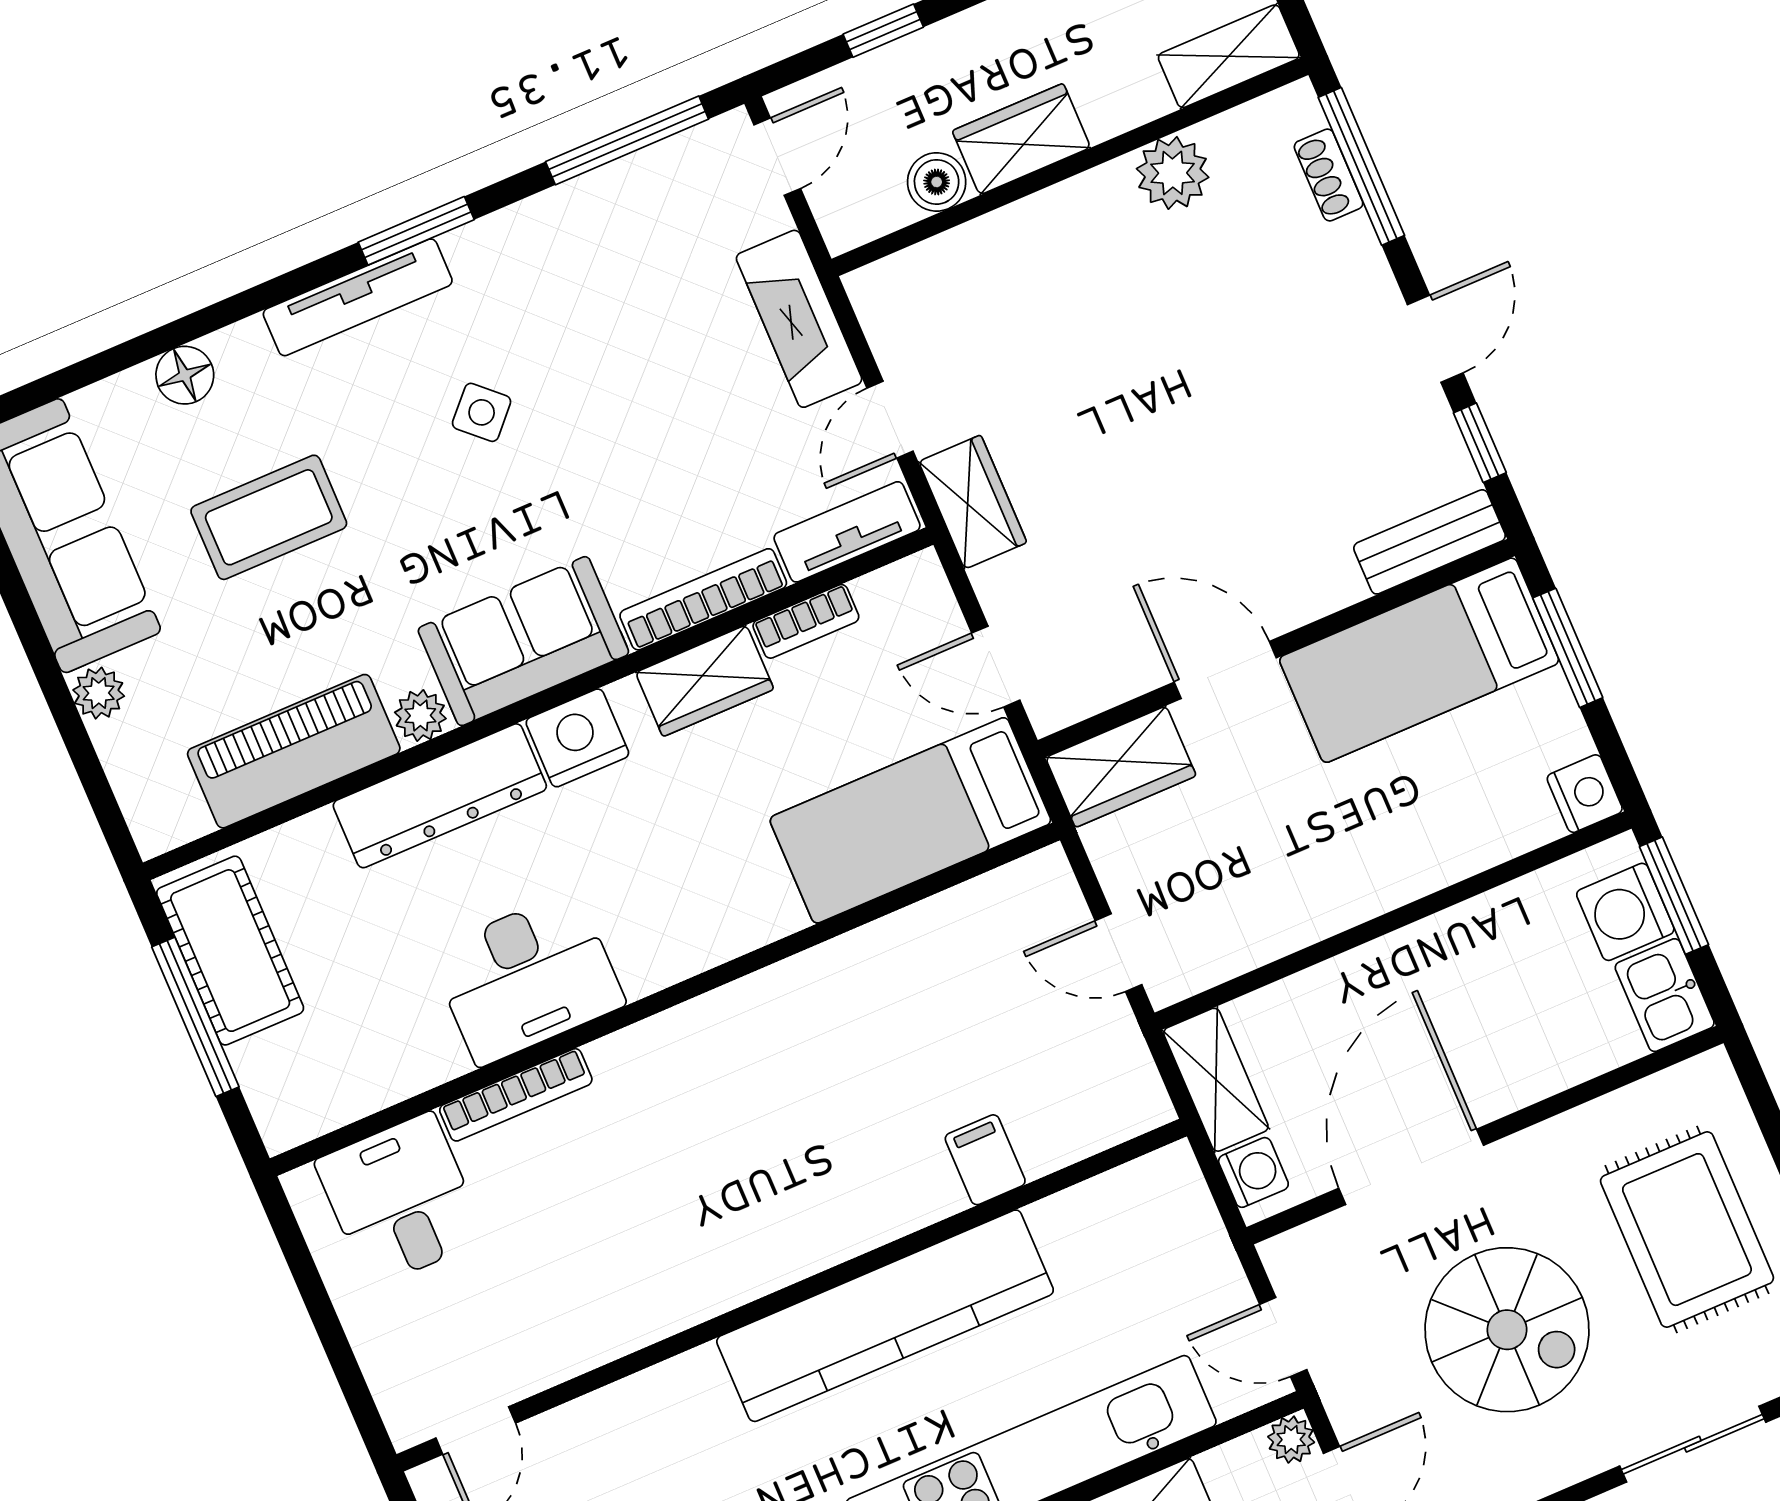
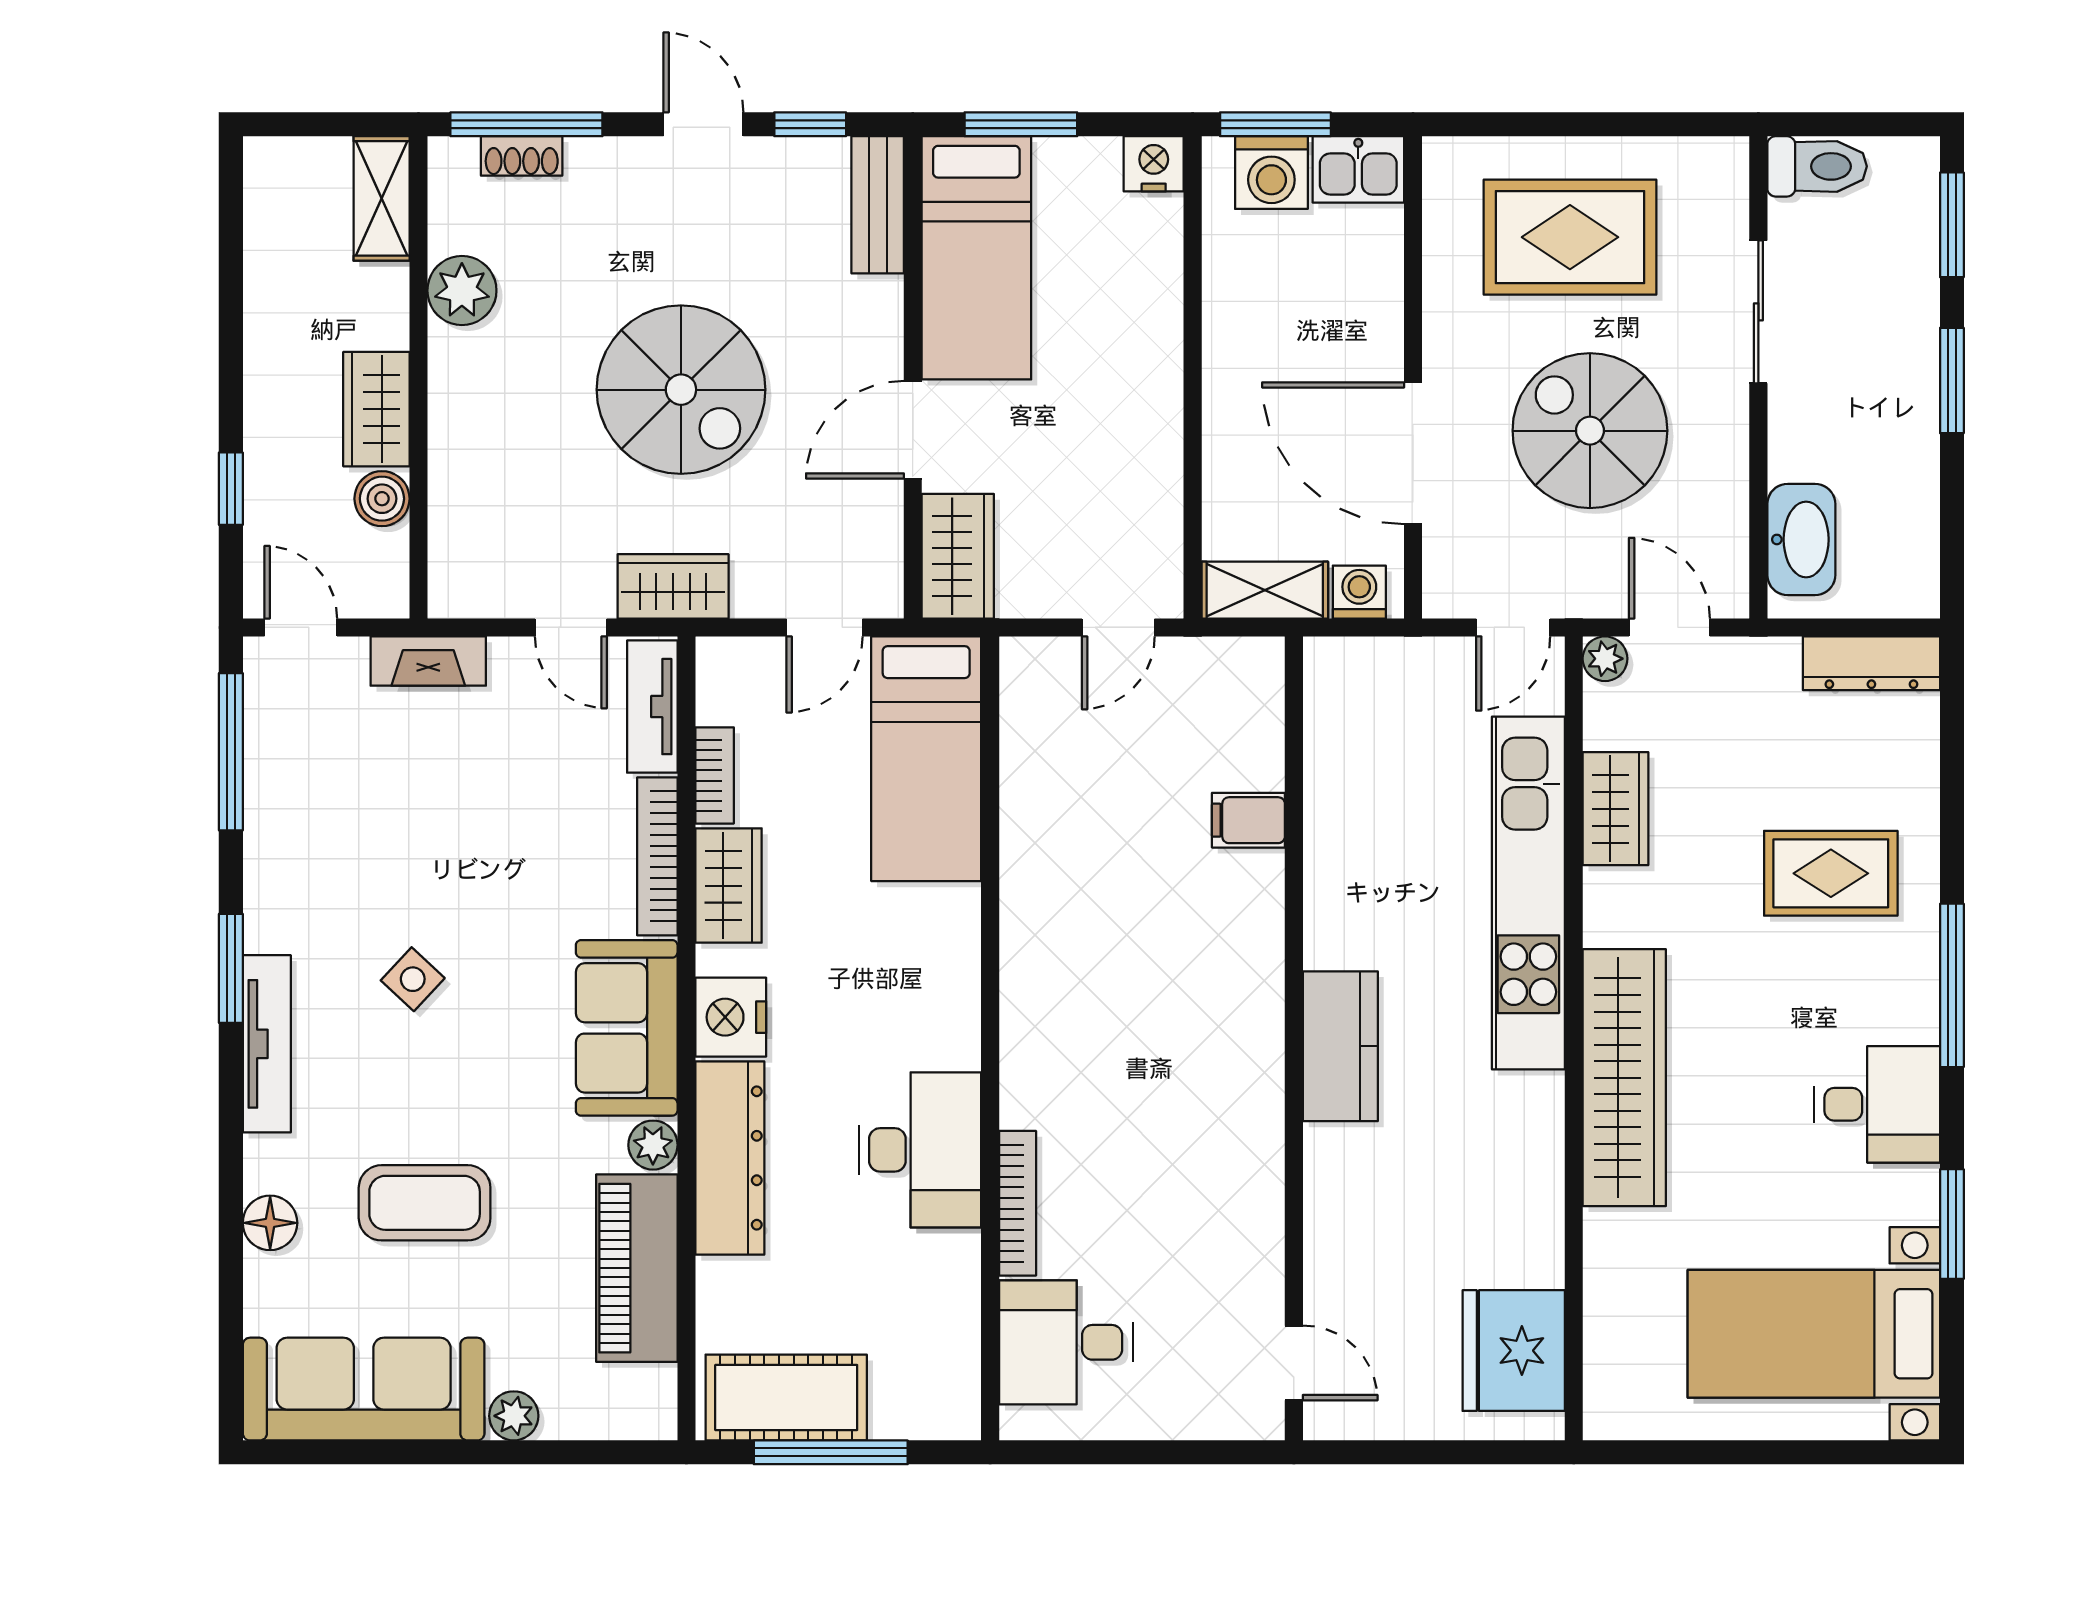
fireplace: (799, 319) -> (428, 661), width x0.73, depth x0.76
spiral stairs: (1168, 428) -> (681, 390), added
coffee table: (269, 517) -> (425, 1203), turned 90
kitchen counter: (885, 1316) -> (1340, 1046), width x0.48, depth x0.86
spiral stairs: (1507, 1330) -> (1590, 431), turned -90

